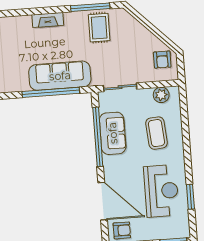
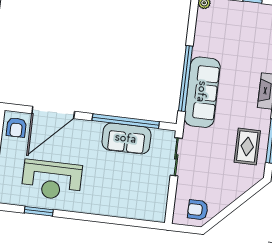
rug: (99, 28) -> (247, 146), turned 90
plant: (161, 95) -> (159, 201), removed
coffee table: (156, 133) -> (117, 187), removed

